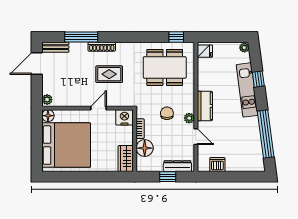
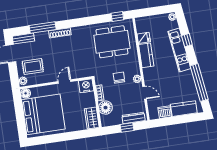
fridge: (205, 51) -> (144, 38), moved
rug: (109, 74) -> (33, 66), moved
kitchen counter: (205, 106) -> (146, 55), moved
kitchen counter: (242, 164) -> (184, 109), added

